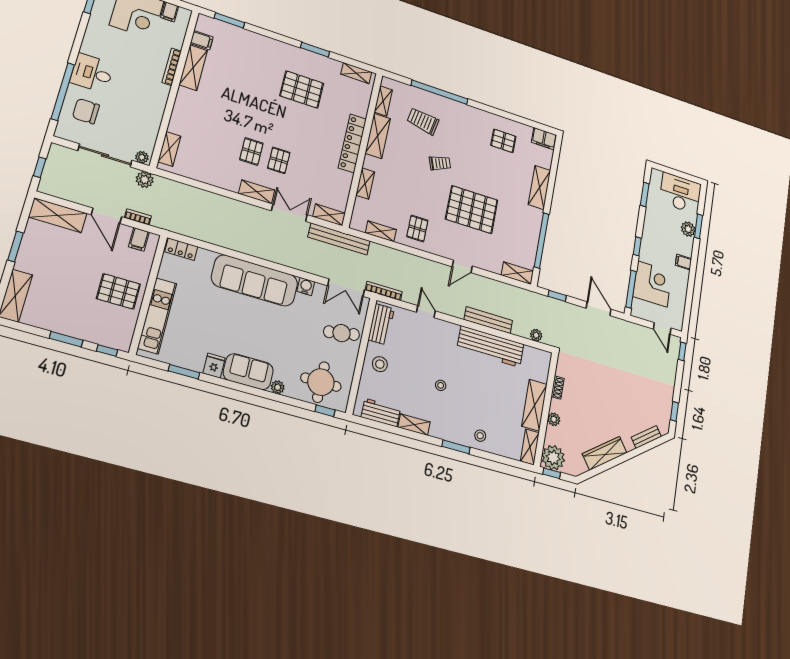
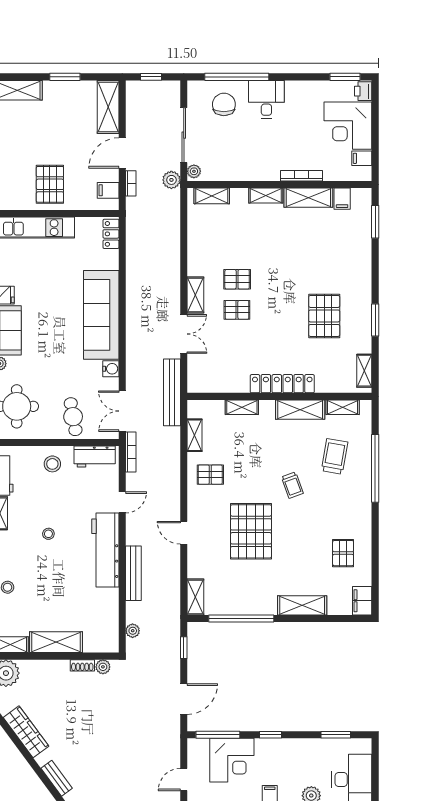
shelving: (329, 215) -> (266, 196), moved, turned 90
workbench: (490, 347) -> (105, 550), moved
plant: (554, 419) -> (103, 667), moved

